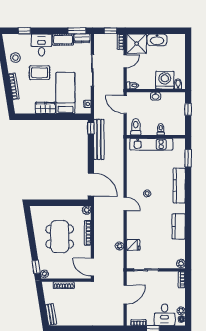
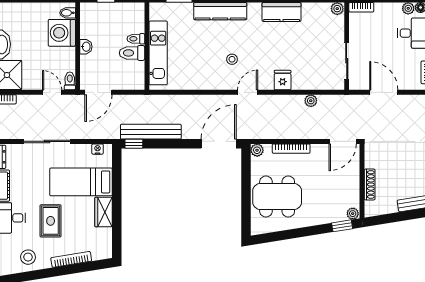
door: (125, 61) -> (52, 92), moved
toilet: (136, 127) -> (132, 53), moved
dining table: (60, 237) -> (277, 197), moved
fridge: (133, 245) -> (283, 80), moved

